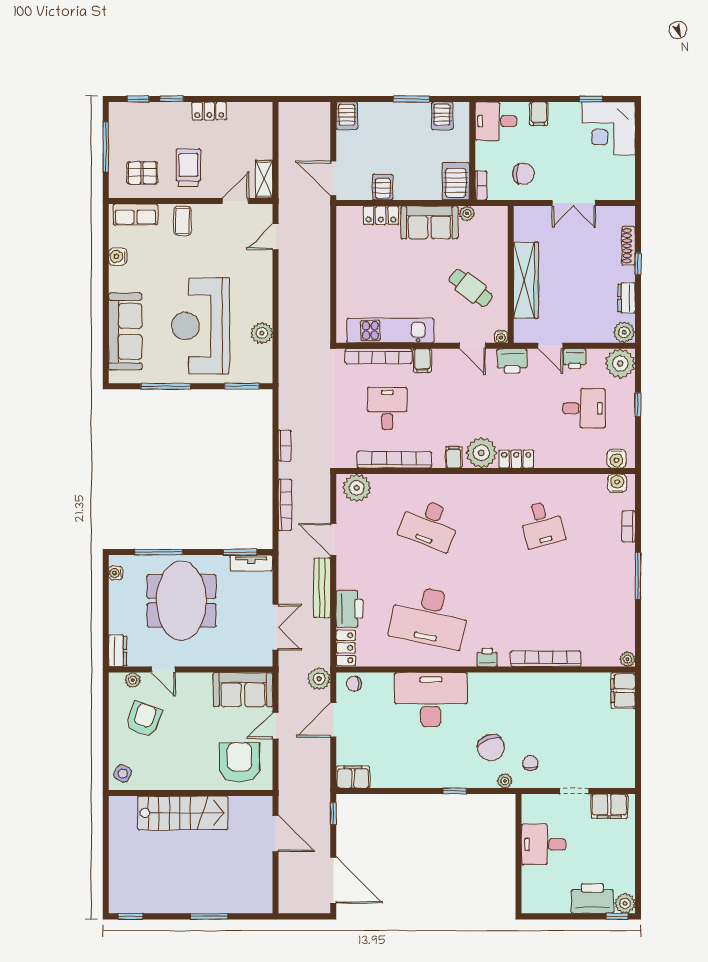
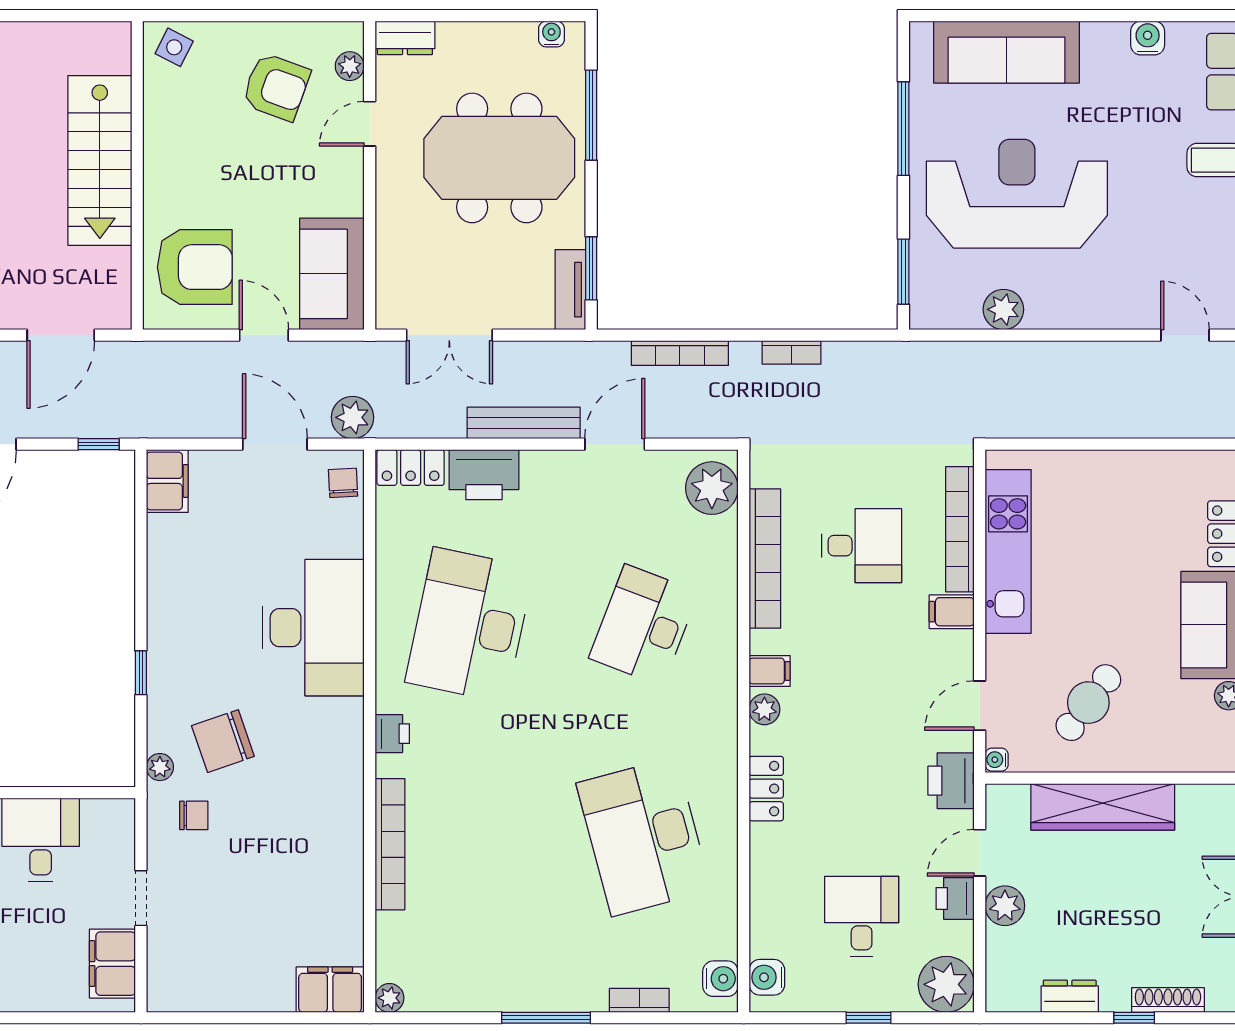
plant: (624, 332) -> (1005, 906), moved
desk: (584, 408) -> (862, 916), turned 180
plant: (481, 453) -> (764, 709), width x0.53, depth x0.53
desk: (542, 524) -> (644, 837), width x1.87, depth x1.30

